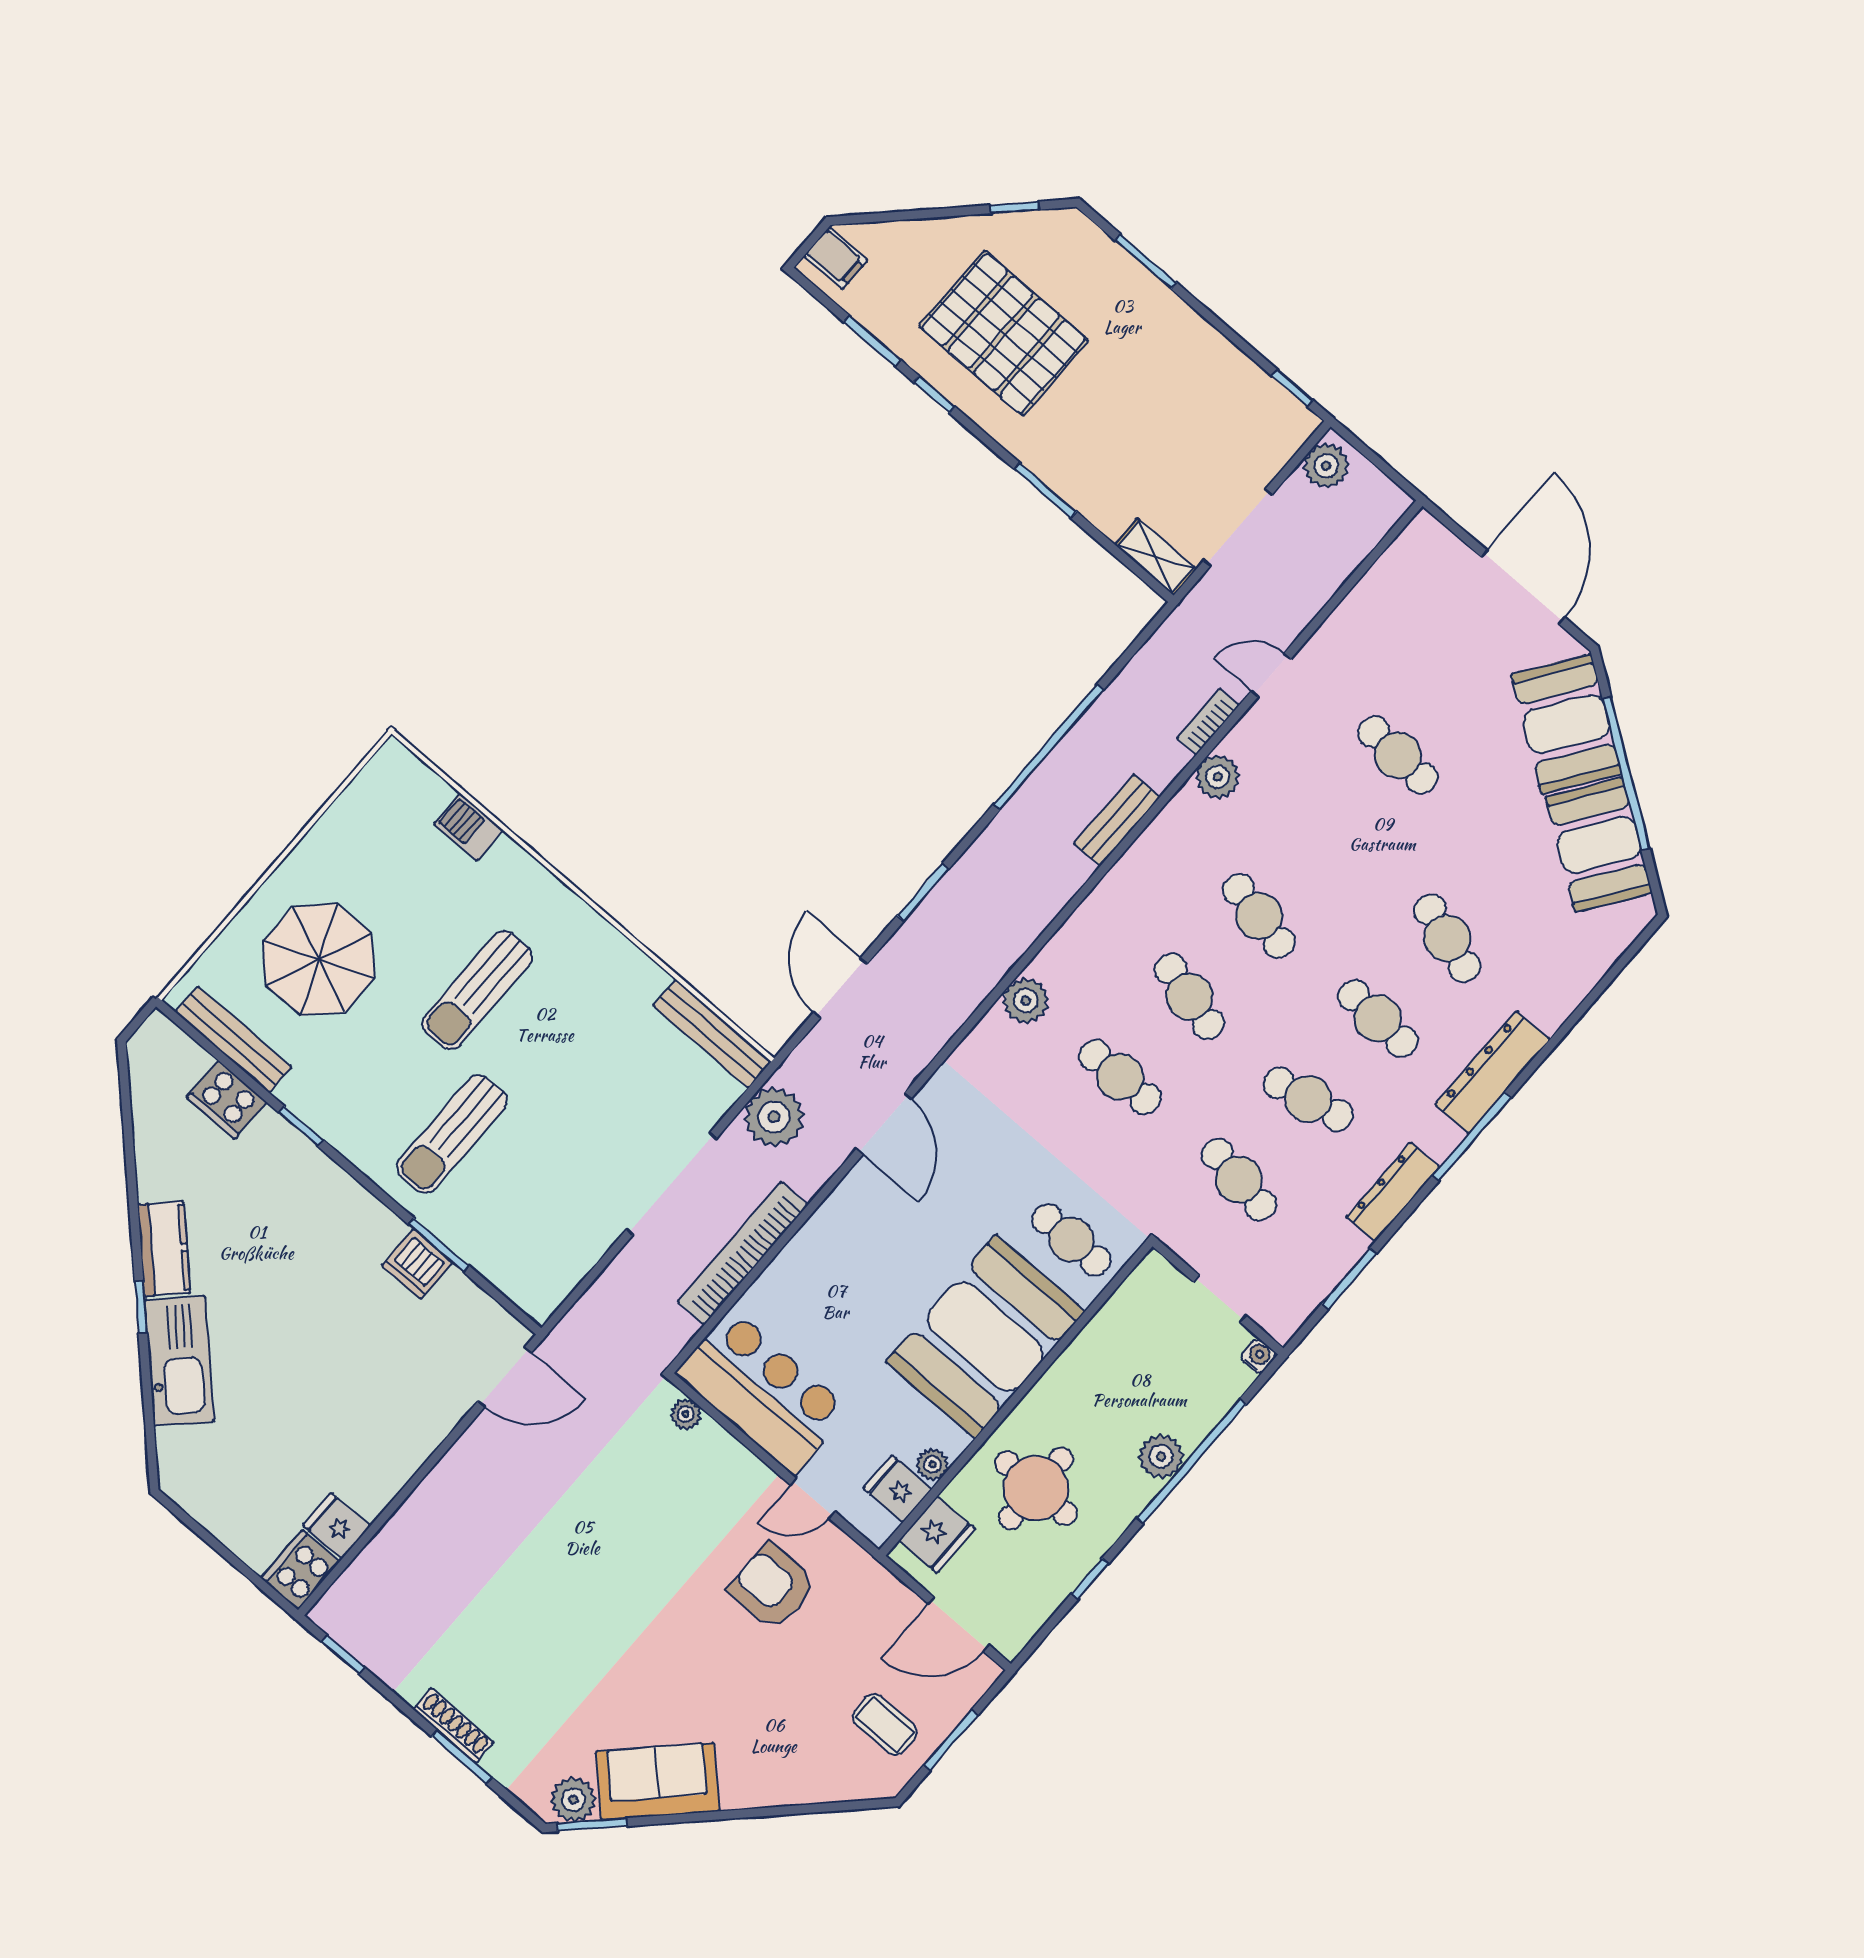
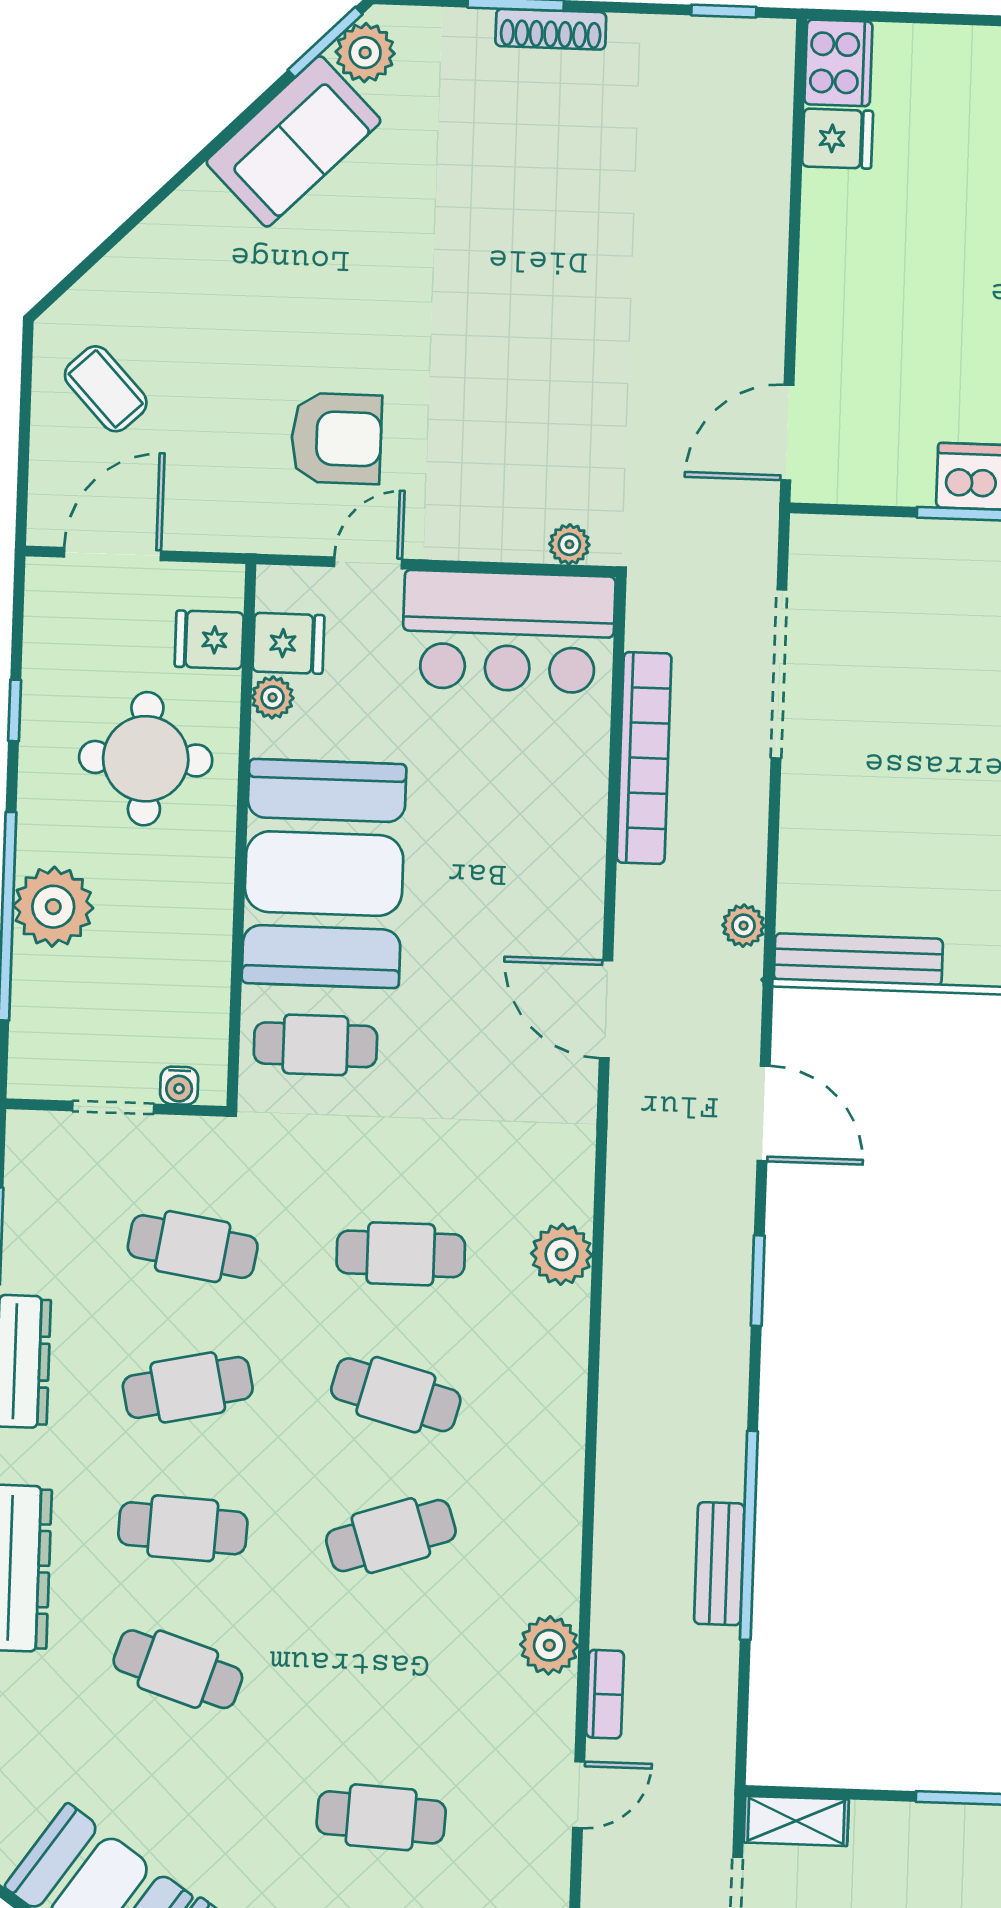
bench: (1117, 820) -> (719, 1564), moved
cafe table: (1259, 916) -> (391, 1536), turned -30
plant: (774, 1117) -> (744, 926), width x0.53, depth x0.53
doorway: (671, 1184) -> (779, 674), moved
water cooler: (1258, 1356) -> (179, 1086), moved
plant: (1161, 1456) -> (53, 907), width x1.36, depth x1.36
fridge: (937, 1534) -> (209, 640), width x0.72
coffee table: (885, 1725) -> (106, 389), turned 47
window: (951, 1740) -> (25, 428), removed

